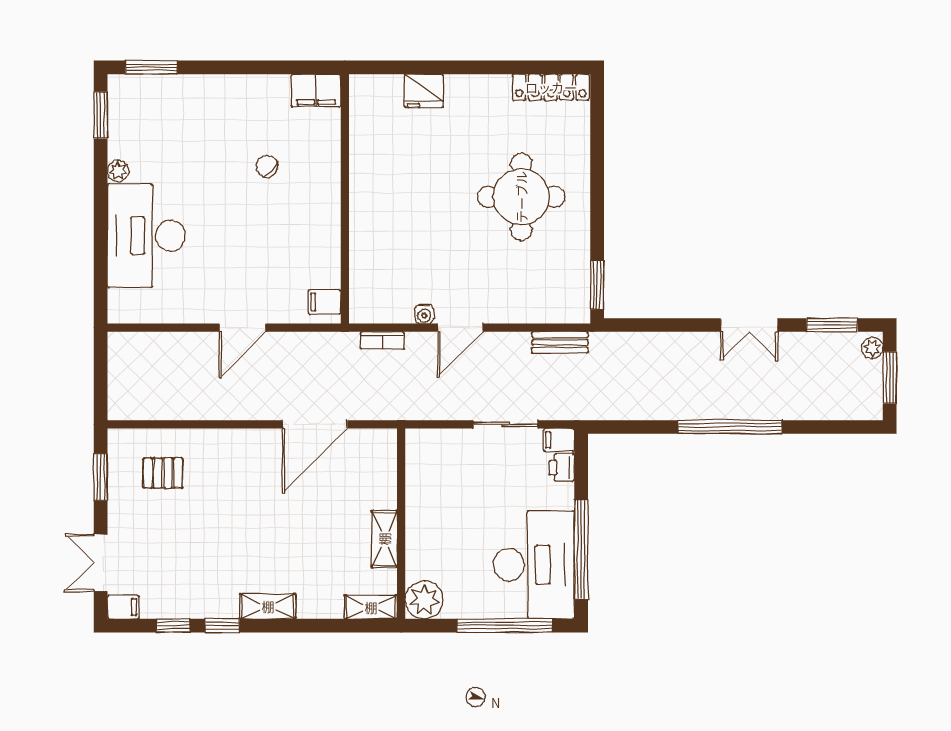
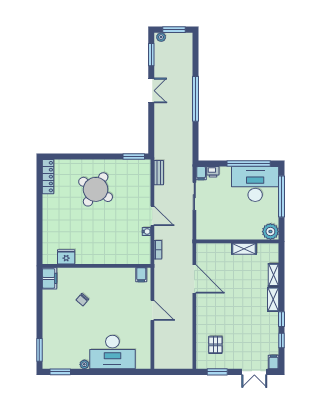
fridge: (424, 91) -> (66, 257), moved, turned -90
round table: (521, 197) -> (96, 189), turned 32
shelving: (371, 607) -> (274, 275), moved

